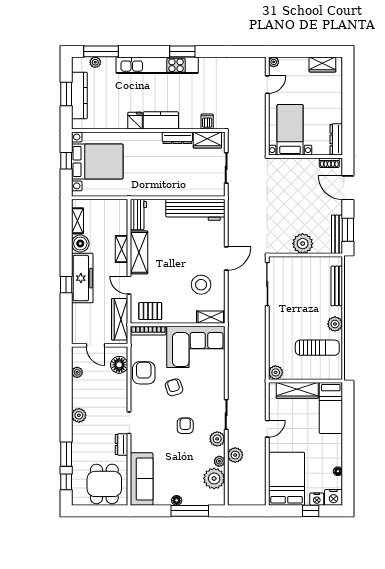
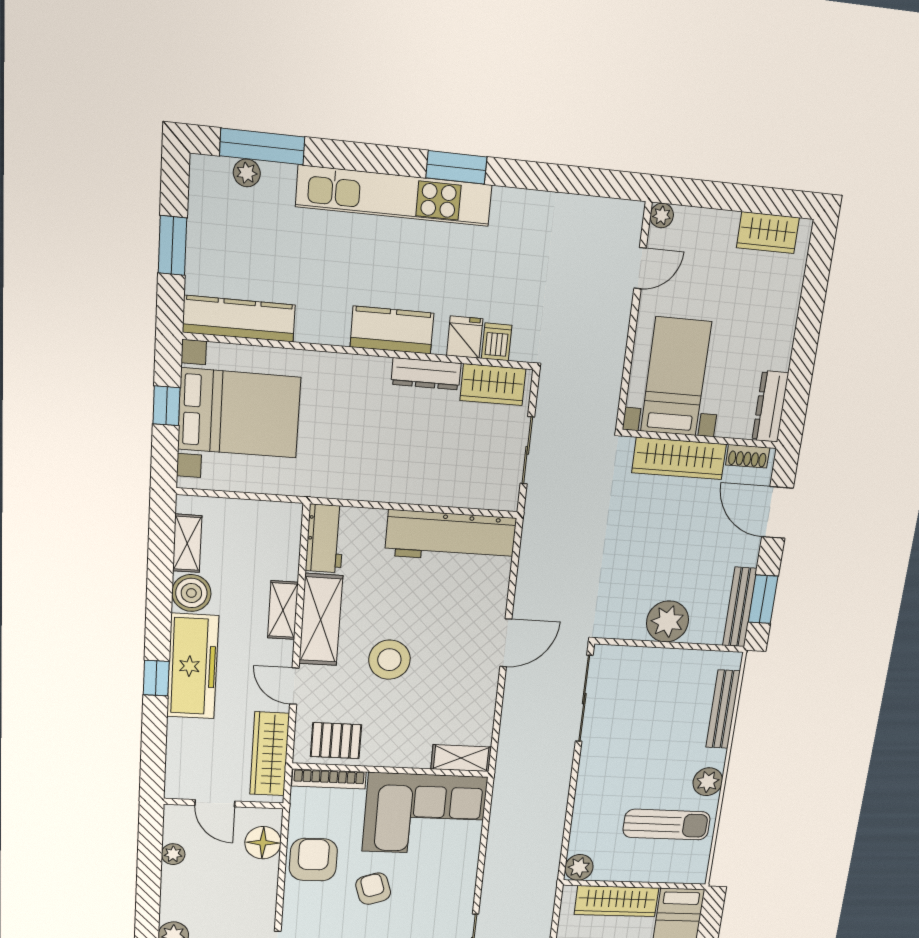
kitchen counter: (79, 95) -> (239, 319), moved, turned -90
fridge: (135, 121) -> (465, 337), moved
wardrobe: (297, 166) -> (679, 458), added
stool: (201, 285) -> (389, 660), moved

